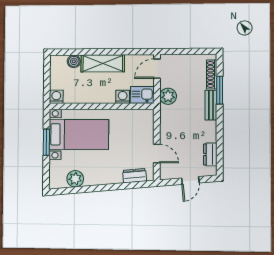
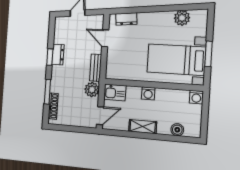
shelving: (103, 63) -> (143, 127), width x0.67, depth x0.75
washing machine: (123, 97) -> (148, 93), moved
bench: (211, 105) -> (96, 68), moved
window: (220, 129) -> (50, 57), added
dresser: (210, 154) -> (58, 54), moved

